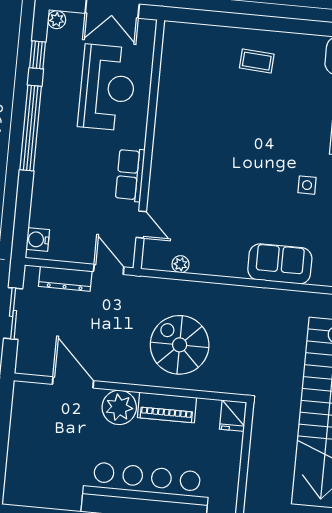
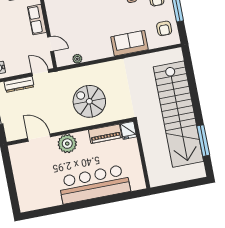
piano: (167, 408) -> (105, 134), moved

